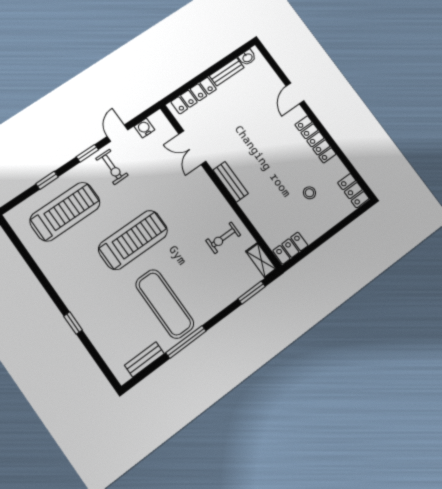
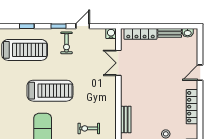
water cooler: (144, 128) -> (111, 34), moved
bench: (231, 182) -> (126, 120), moved
exercise bike: (223, 238) -> (89, 128), moved

